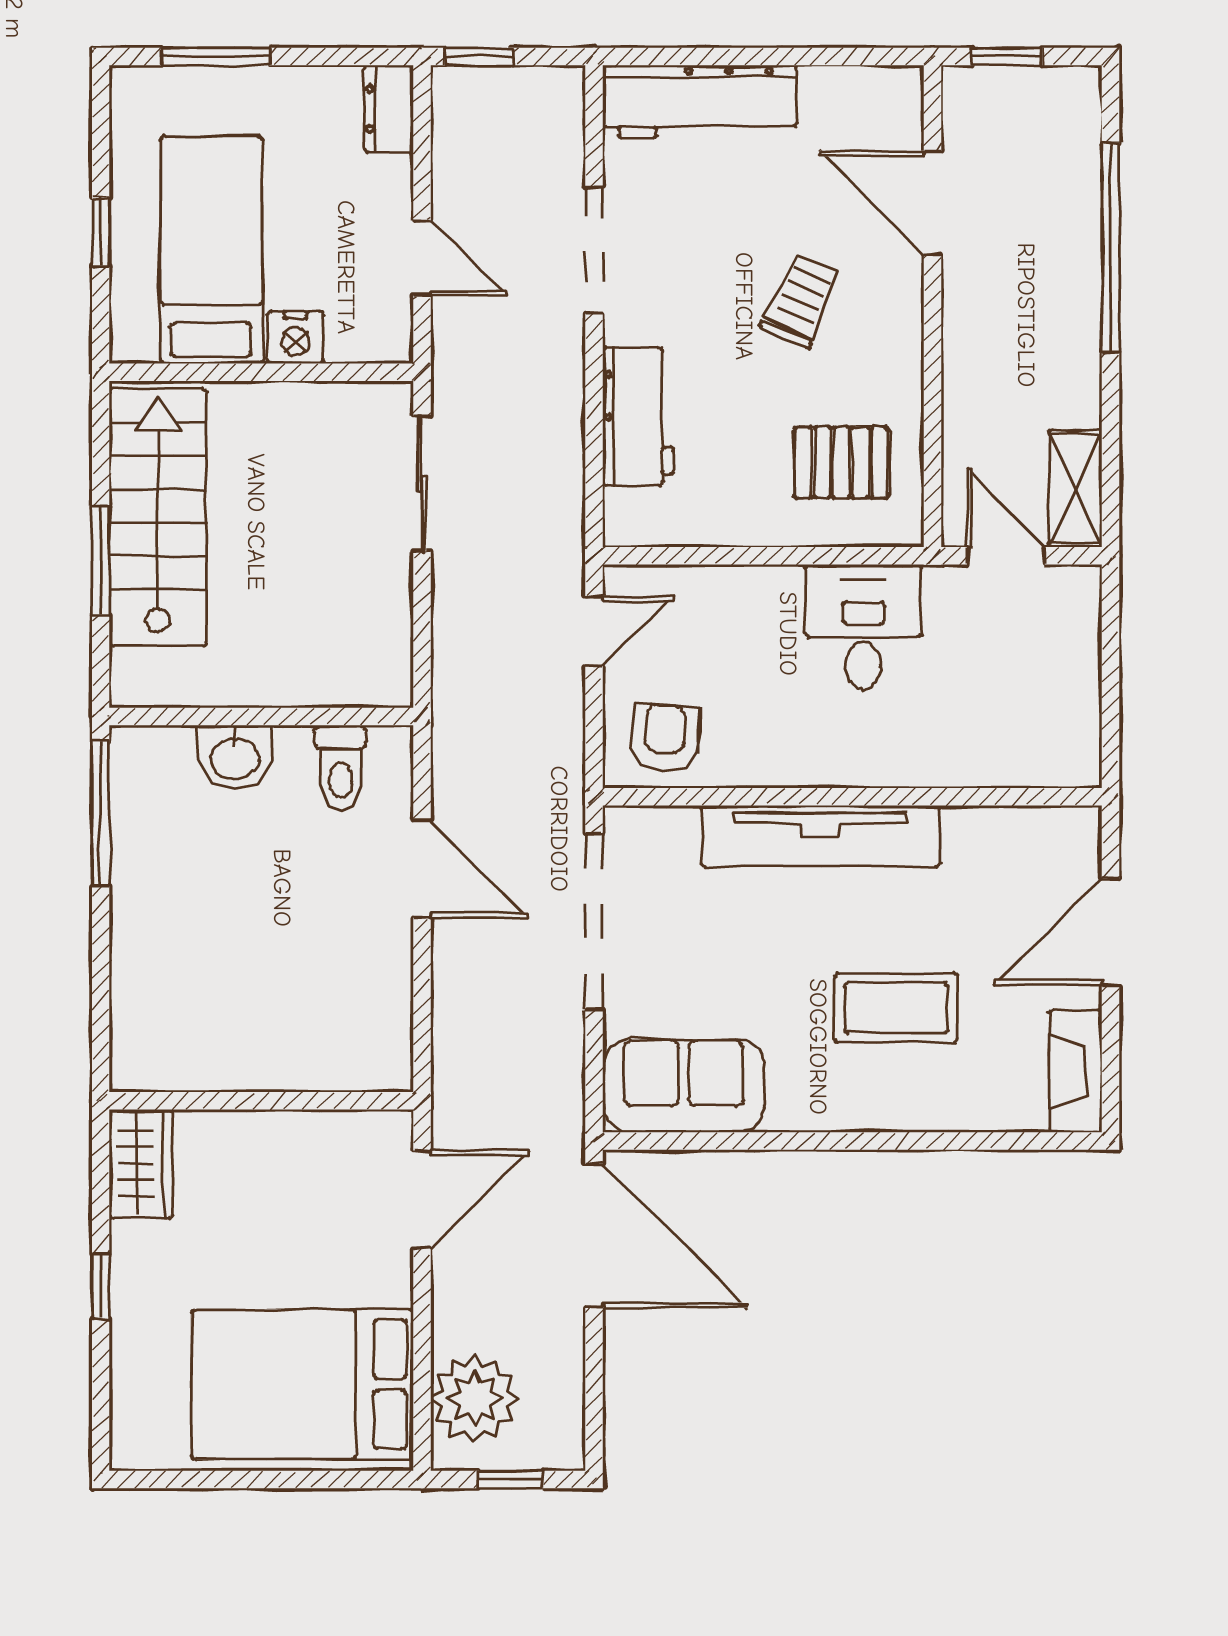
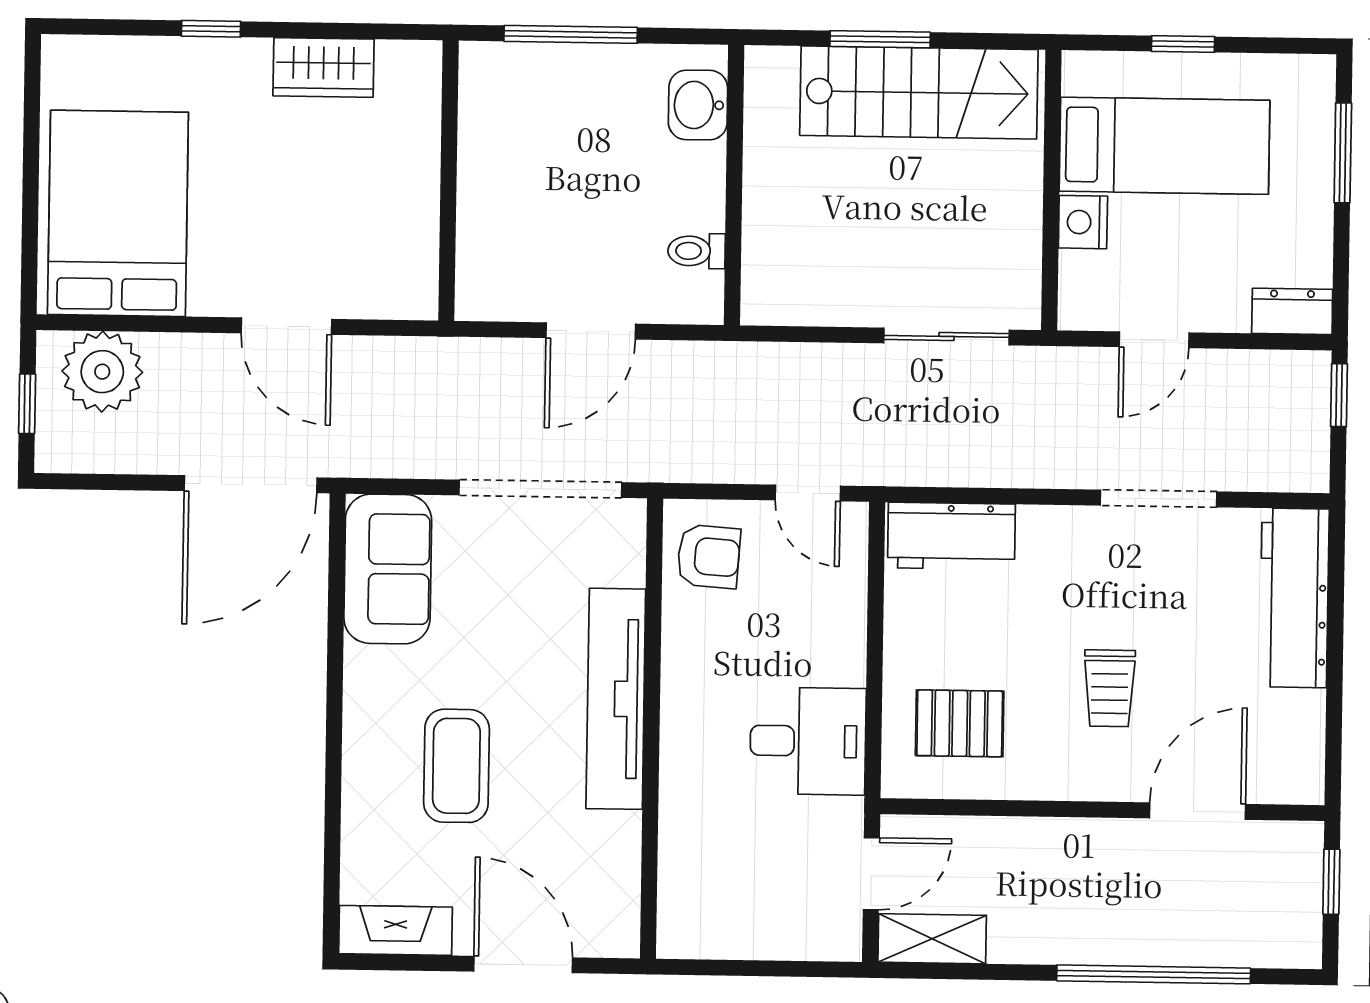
trolley: (801, 300) -> (1110, 688), turned 66
workbench: (638, 416) -> (951, 536), moved
pallet: (841, 462) -> (960, 723), turned 90
washbasin: (235, 757) -> (698, 105), moved
toilet: (340, 768) -> (697, 251), width x0.73, depth x0.72
window: (101, 814) -> (571, 34), moved
wall: (261, 1101) -> (448, 181), moved

